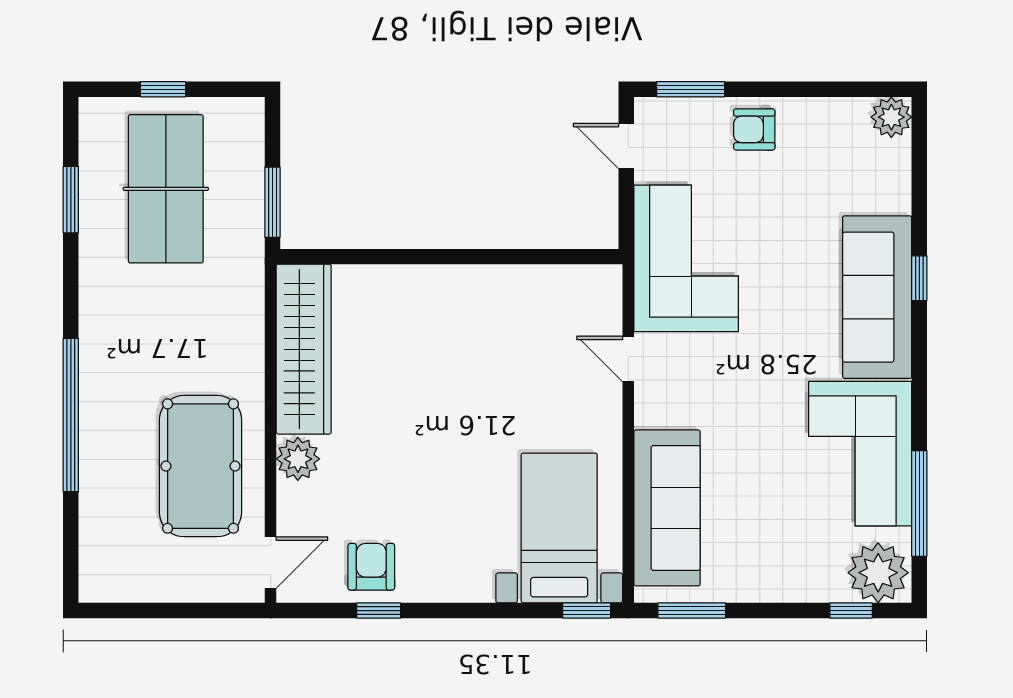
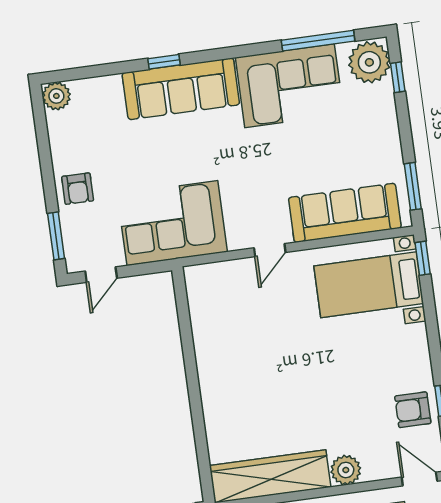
door: (628, 359) -> (270, 250), moved

